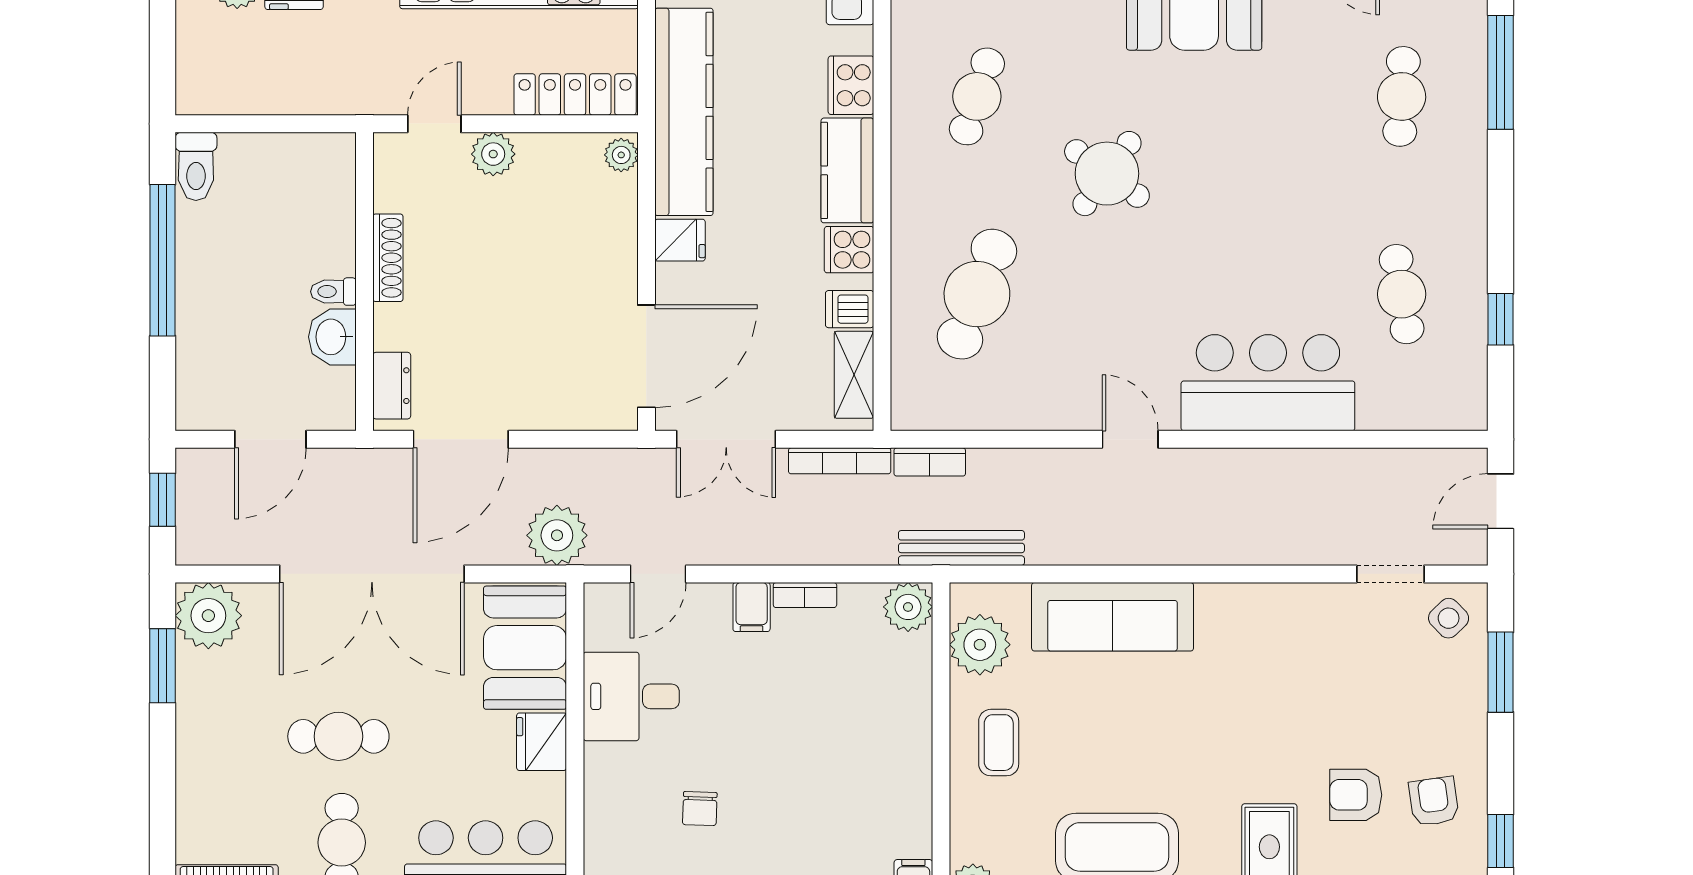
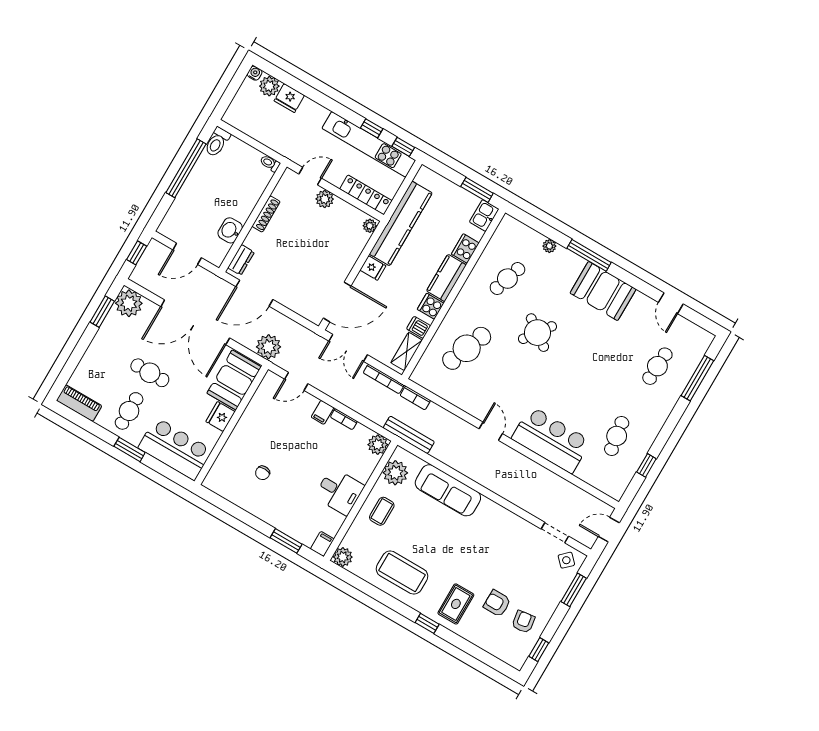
toilet: (333, 292) -> (270, 163), moved
desk: (631, 696) -> (339, 491), moved, turned 180

